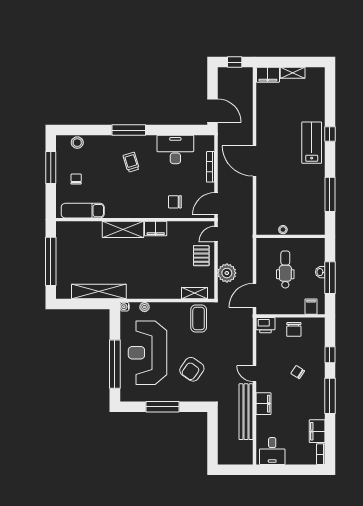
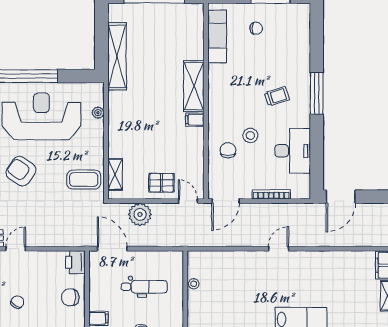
stool: (77, 143) -> (250, 135), moved
door: (255, 161) -> (279, 249), width x0.53
door: (216, 204) -> (226, 201), swing flipped
filing cabinet: (156, 229) -> (195, 120), width x0.50
water cooler: (125, 307) -> (98, 88), removed

